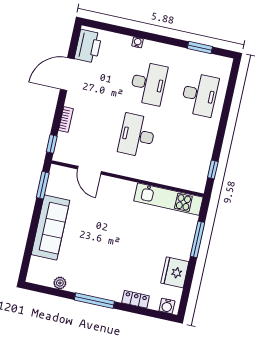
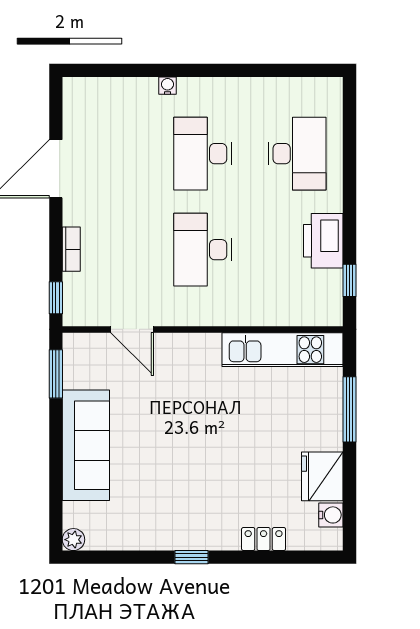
printer: (88, 46) -> (323, 241), moved, turned 180
window: (200, 48) -> (279, 70), removed
desk: (148, 83) -> (203, 154), turned 180
plant: (60, 283) -> (73, 540), moved
window: (94, 301) -> (192, 557), width x0.46
water cooler: (167, 306) -> (331, 515), moved, turned -90

